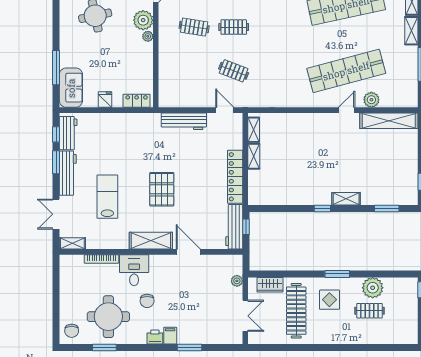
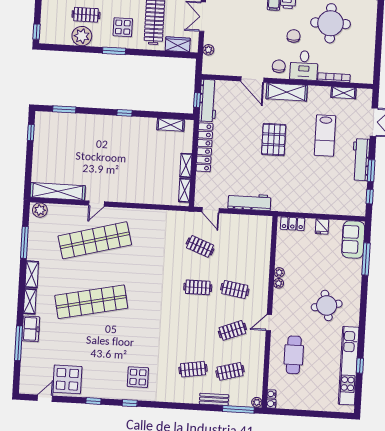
plant: (143, 20) -> (279, 272), moved, width x0.53, depth x0.53
plant: (371, 100) -> (40, 210), moved
workbench: (68, 133) -> (358, 197), removed
shelving: (346, 199) -> (171, 125), moved
shelving: (72, 243) -> (343, 93), moved
chair: (72, 331) -> (279, 66), moved

